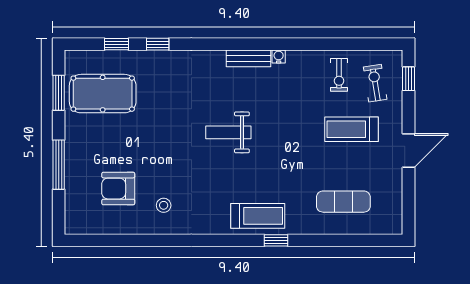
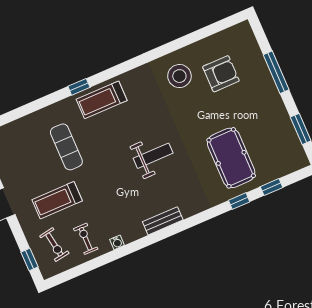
water cooler: (279, 57) -> (117, 242), moved
pool table: (103, 94) -> (231, 158), moved, turned 90
treadmill: (352, 129) -> (57, 200), turned 180
exercise mat: (343, 202) -> (66, 147), moved, turned 90
stool: (164, 205) -> (179, 76), width x1.89, depth x1.89

